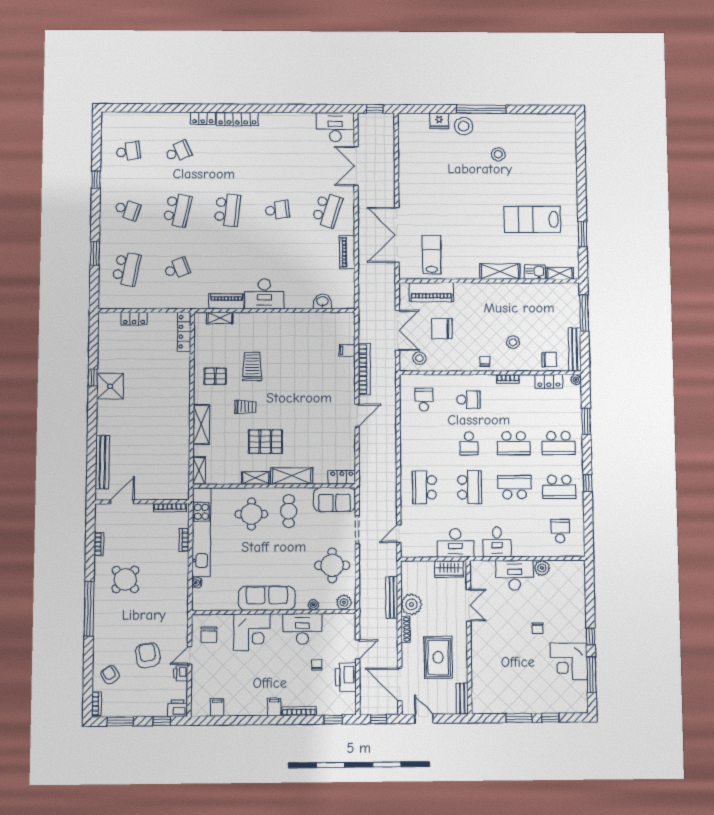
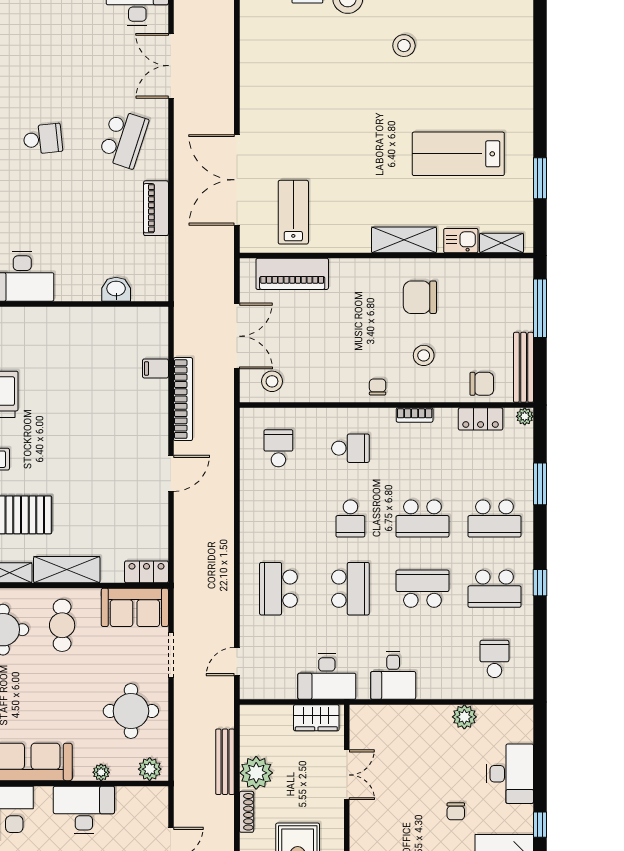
chair: (442, 329) -> (420, 297), moved
desk: (515, 575) -> (510, 774), moved, turned 90

